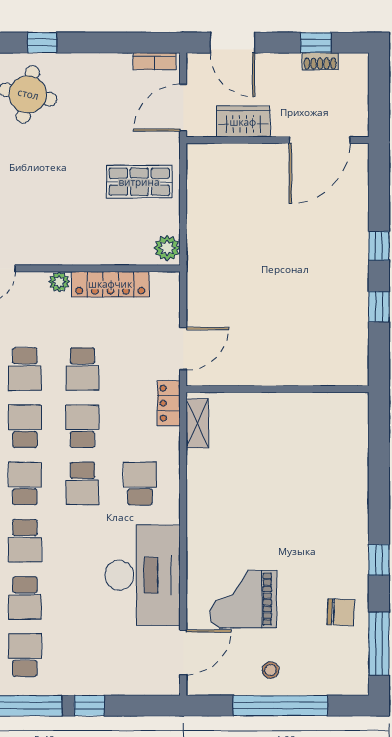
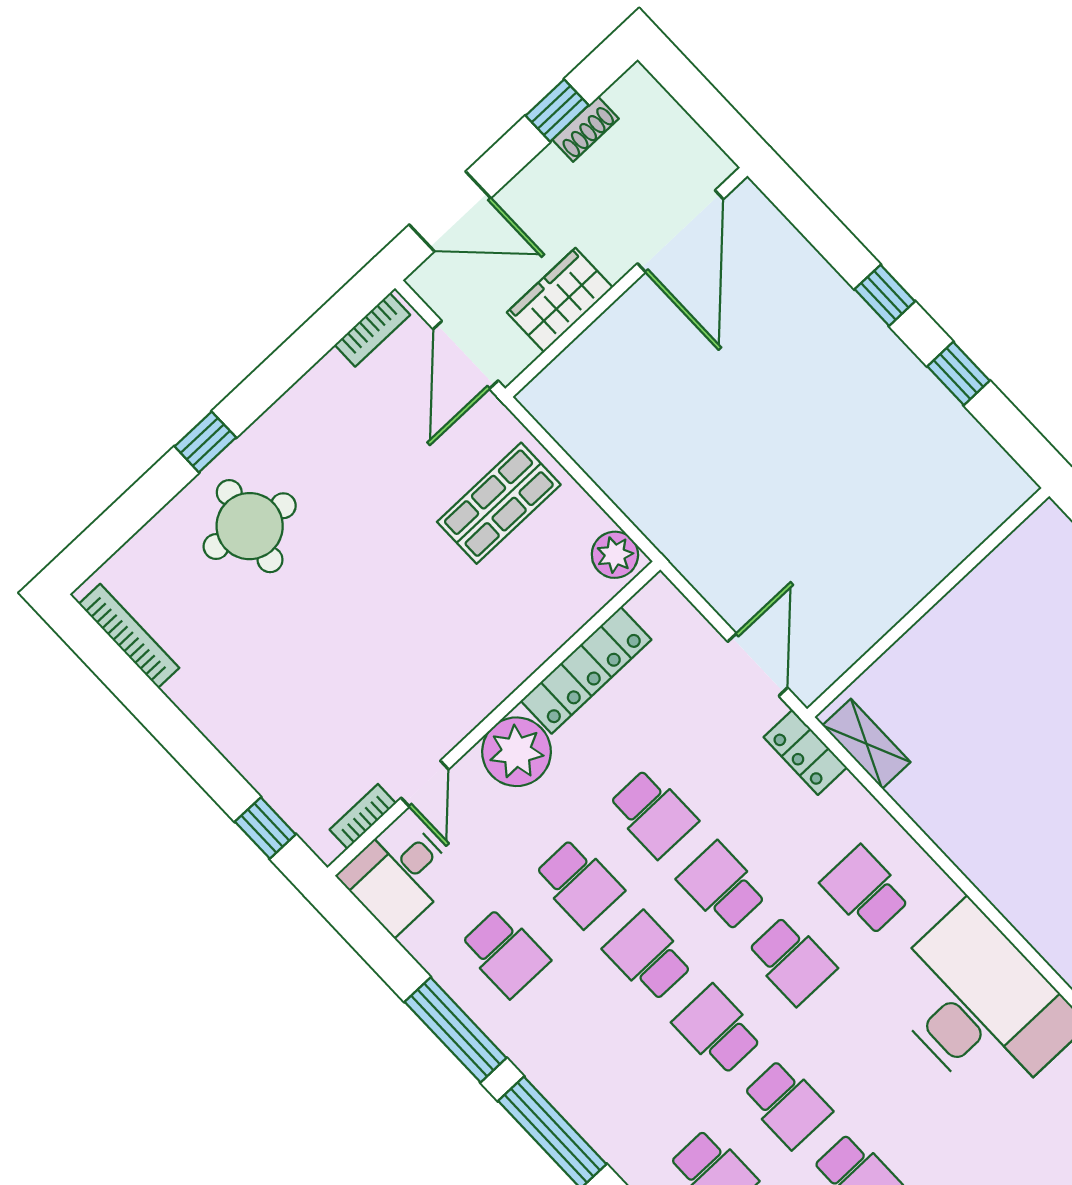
plant: (59, 282) -> (516, 752), width x1.88, depth x1.88

